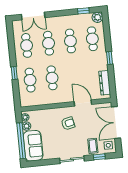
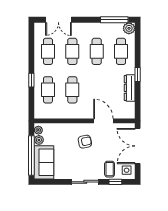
window: (83, 11) -> (114, 20), width x2.17
dresser: (105, 83) -> (130, 88), moved

